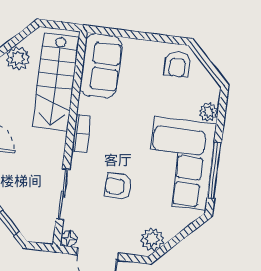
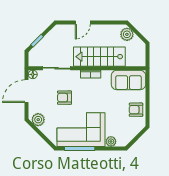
armchair: (177, 64) -> (136, 110), moved
stairs: (56, 82) -> (99, 57), moved
armchair: (118, 186) -> (64, 98), turned -90

